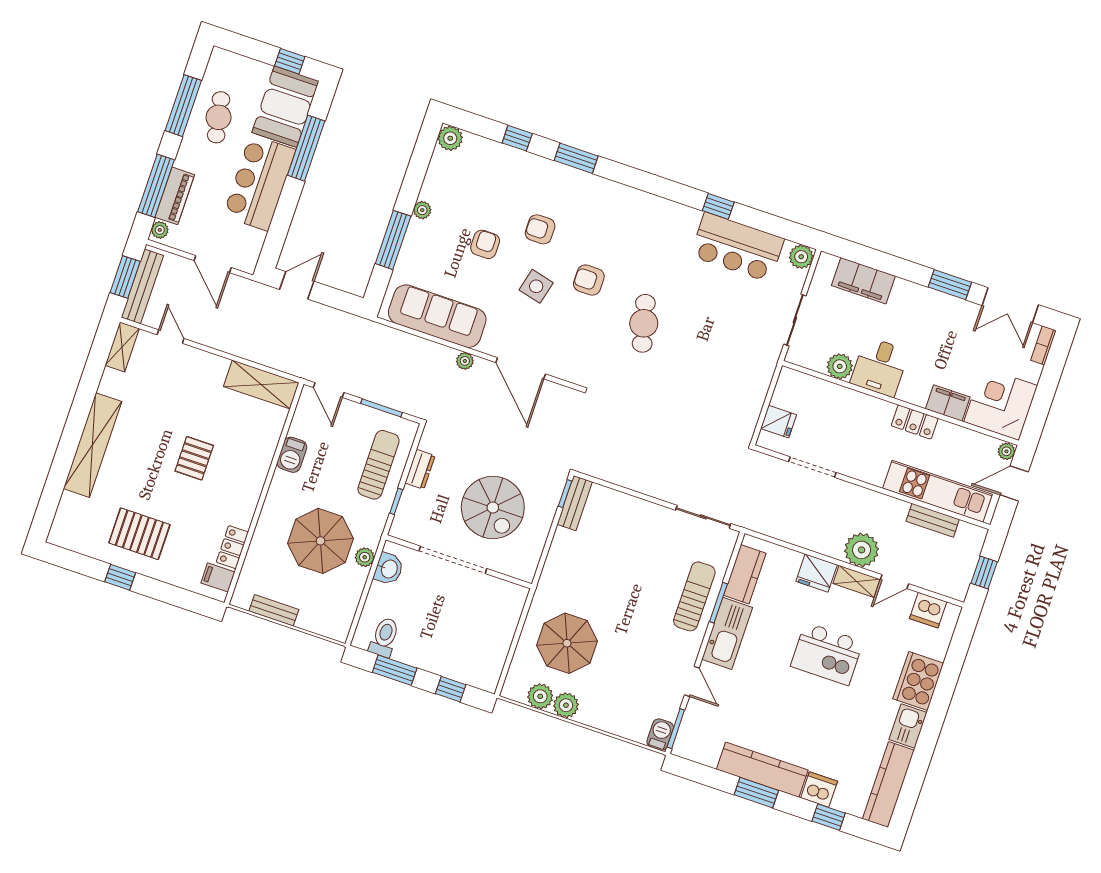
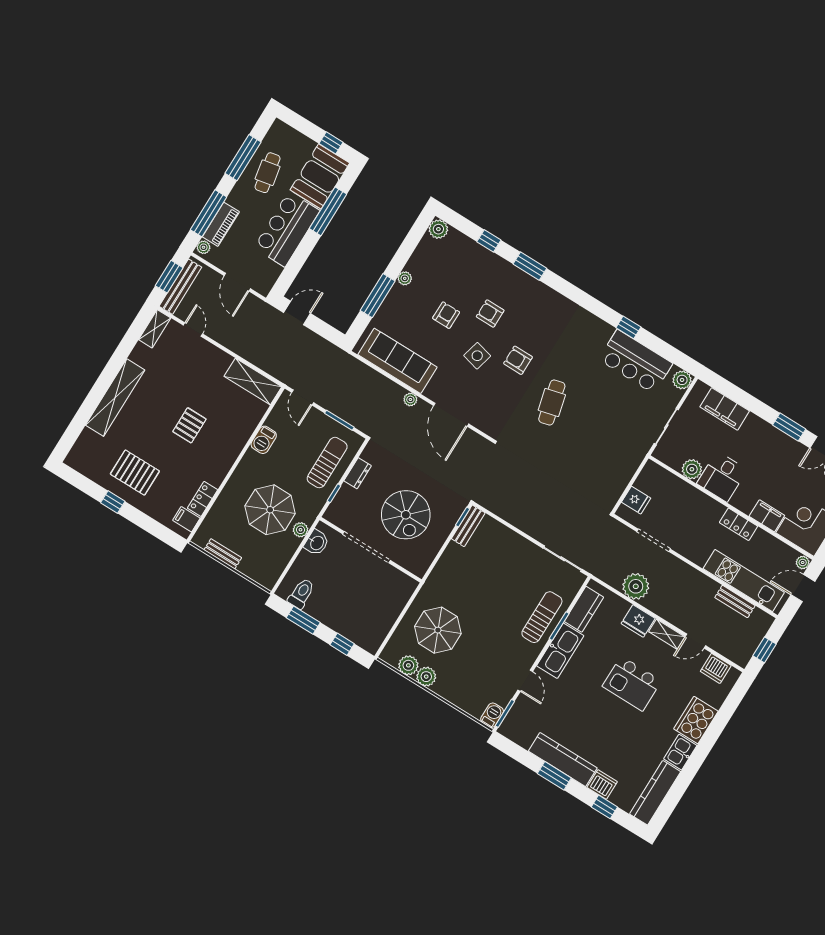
plant: (862, 550) -> (636, 586), moved

